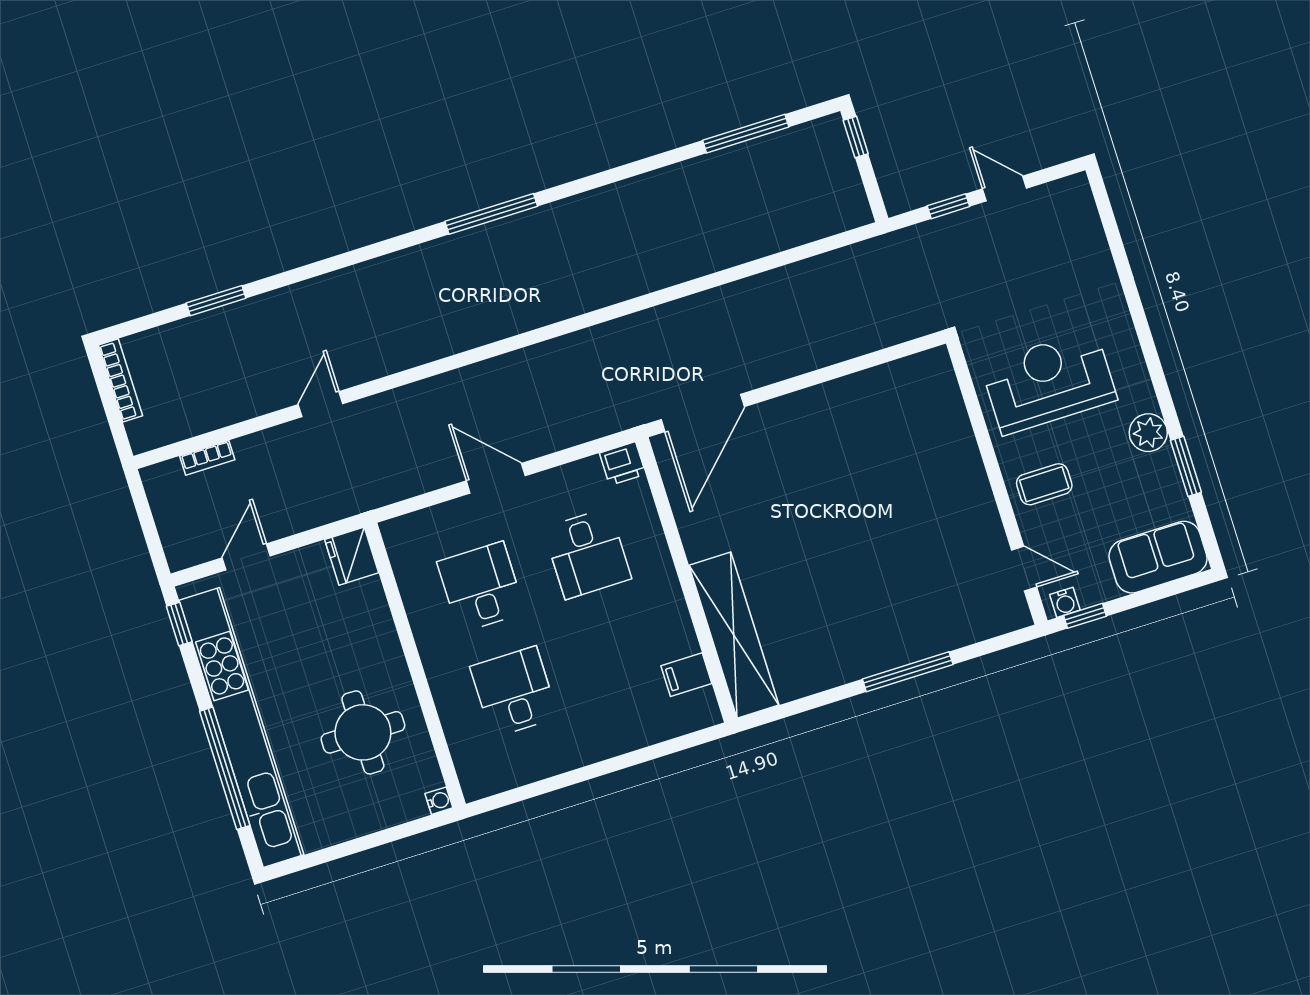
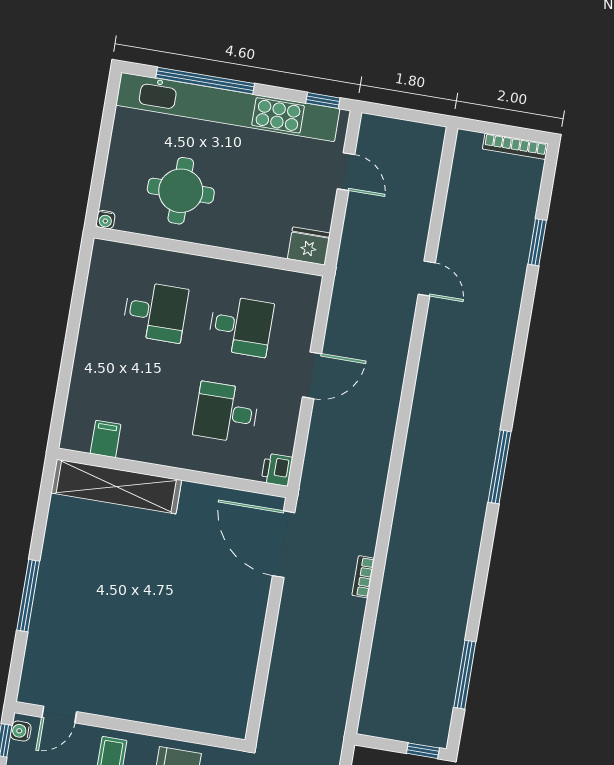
bookcase: (207, 458) -> (363, 577), moved

